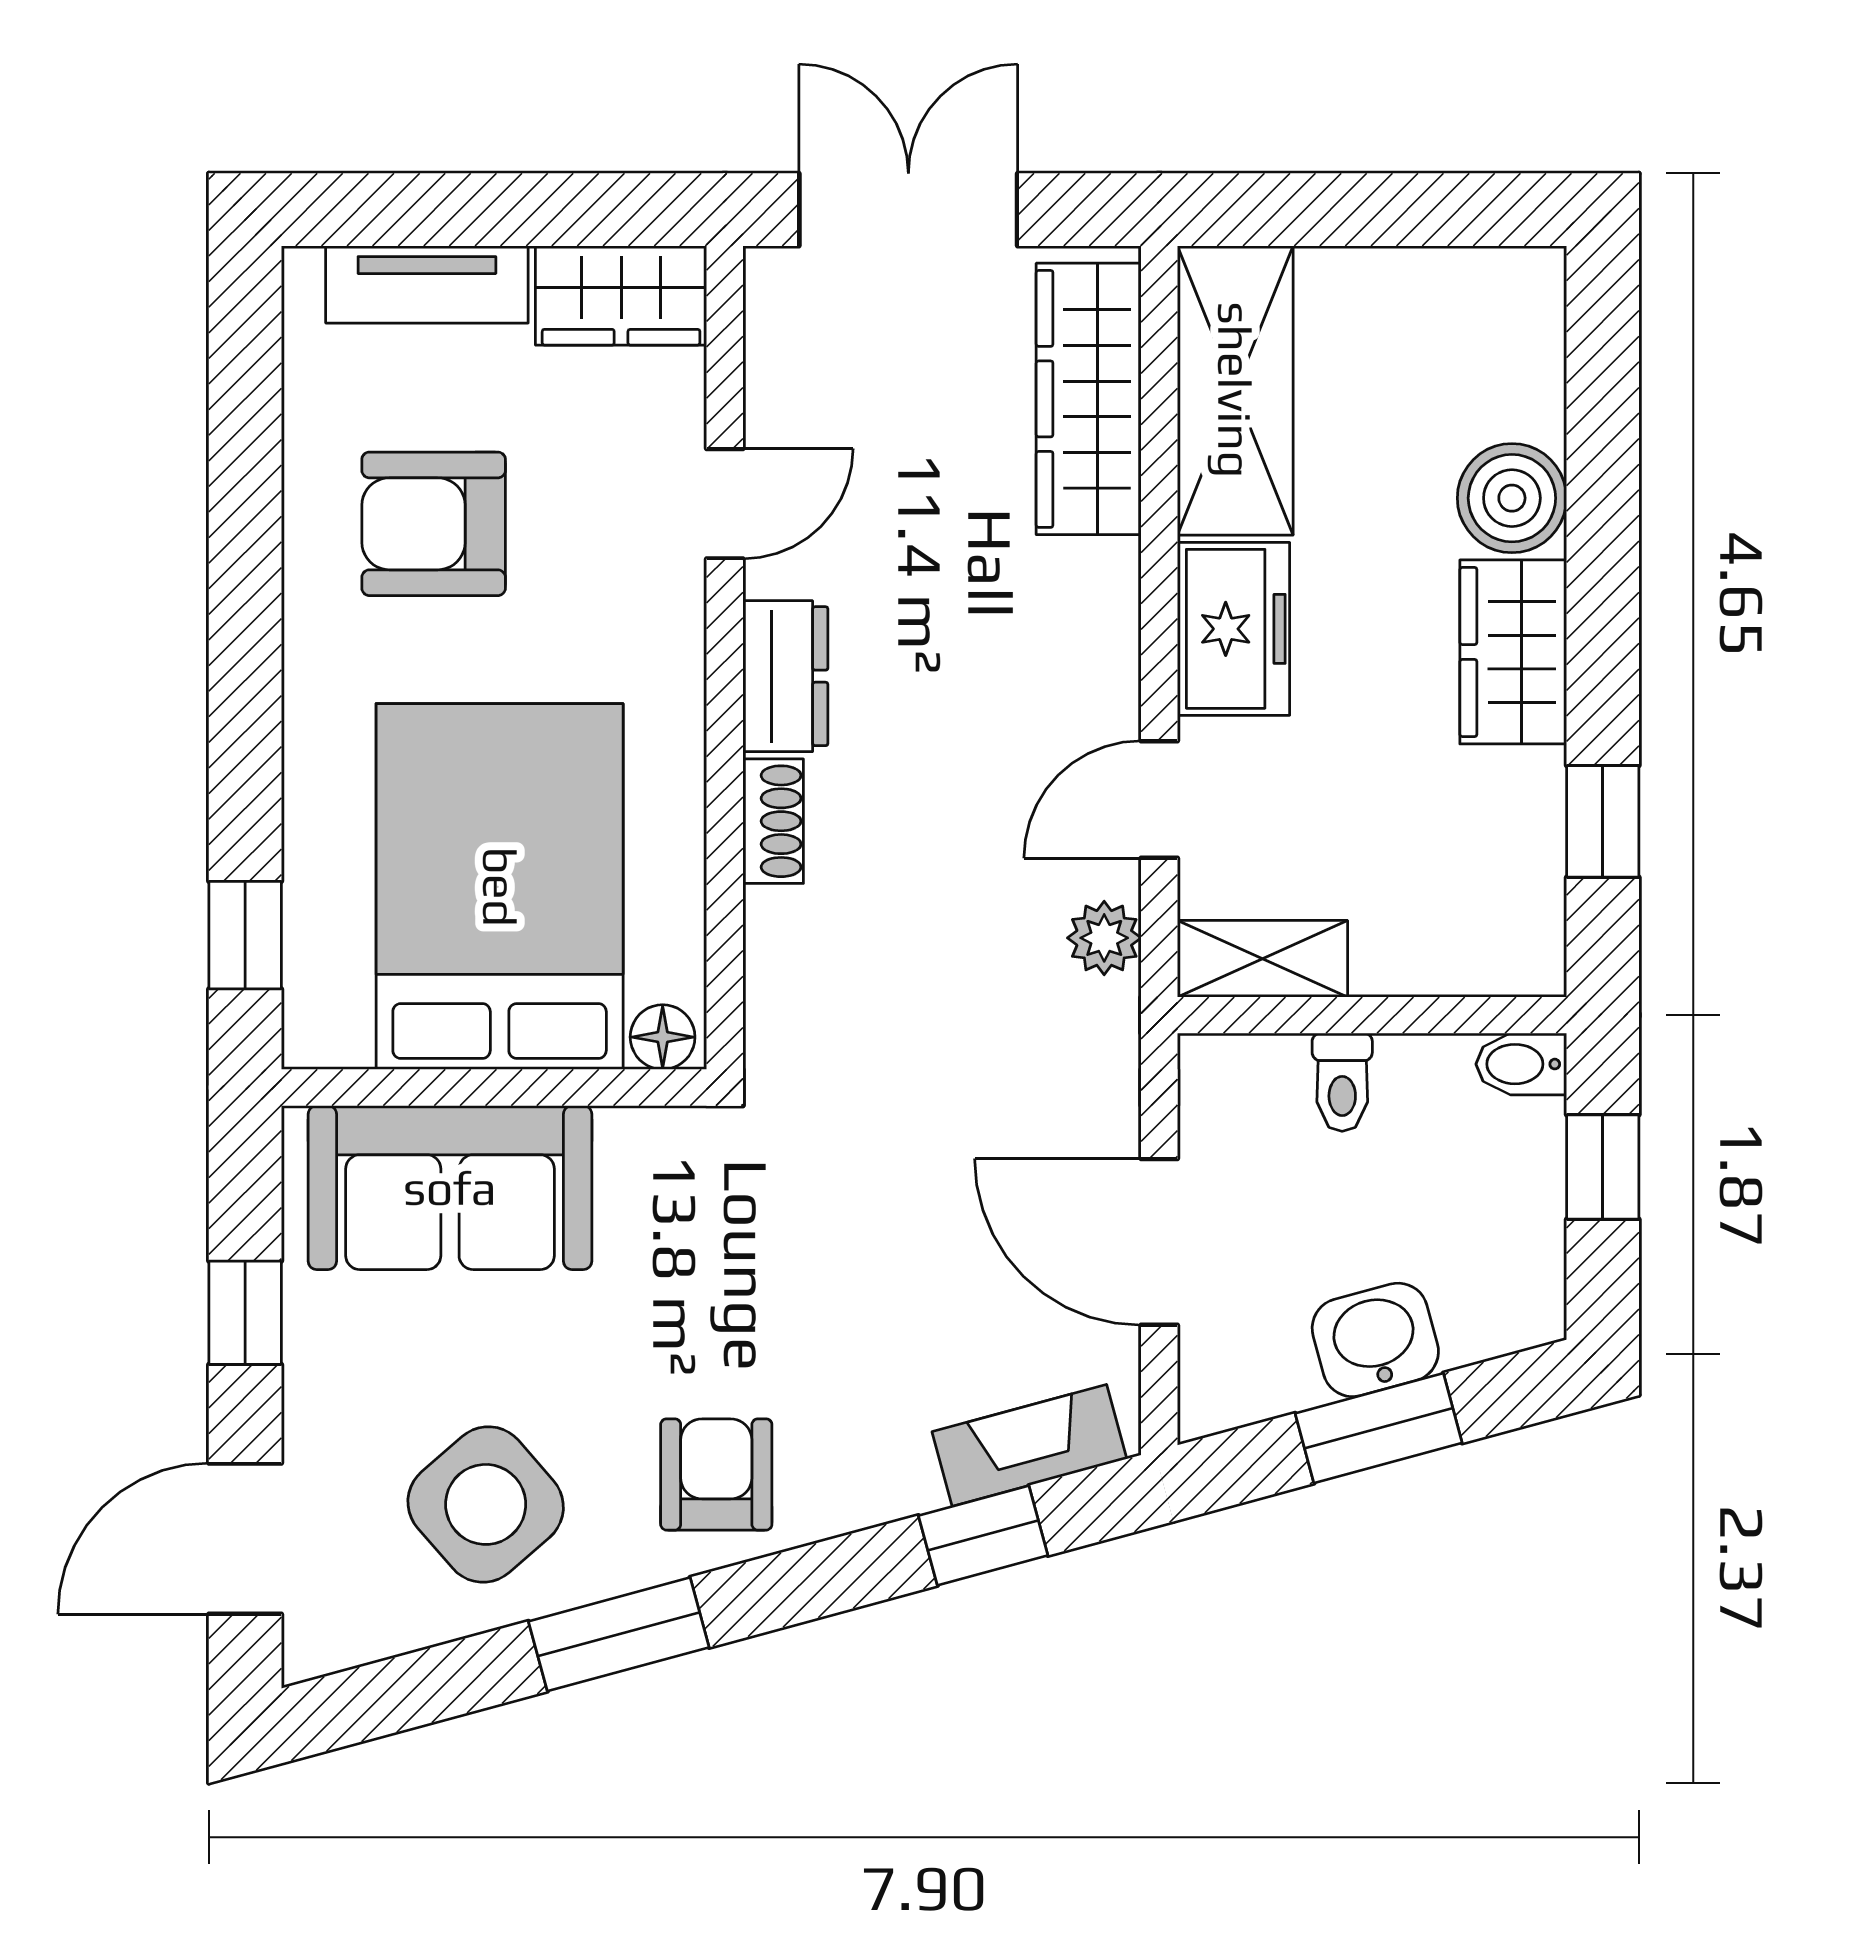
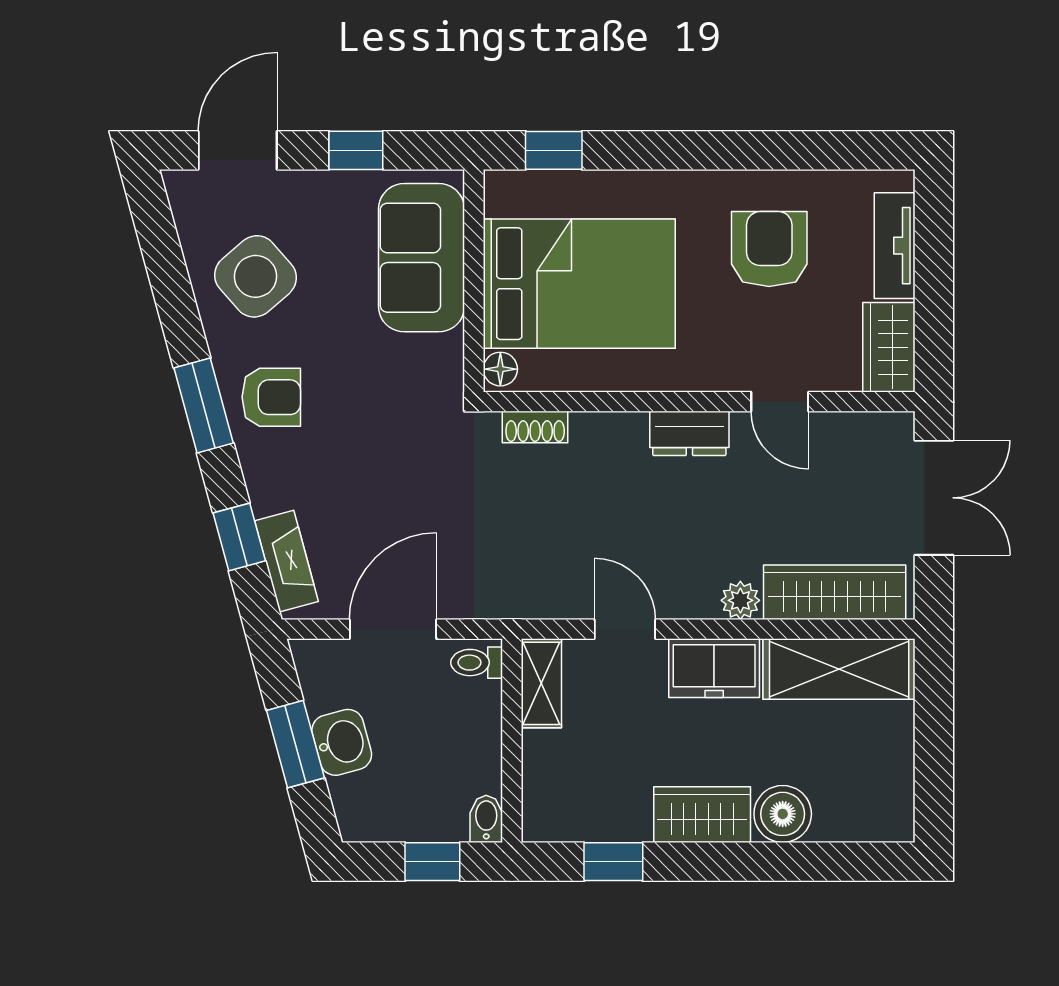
shoe rack: (773, 821) -> (535, 427), moved
plant: (1104, 938) -> (740, 600), moved
toilet: (1342, 1082) -> (477, 663), moved
door: (245, 1539) -> (238, 150), hinge flipped
window: (619, 1634) -> (204, 406), moved

